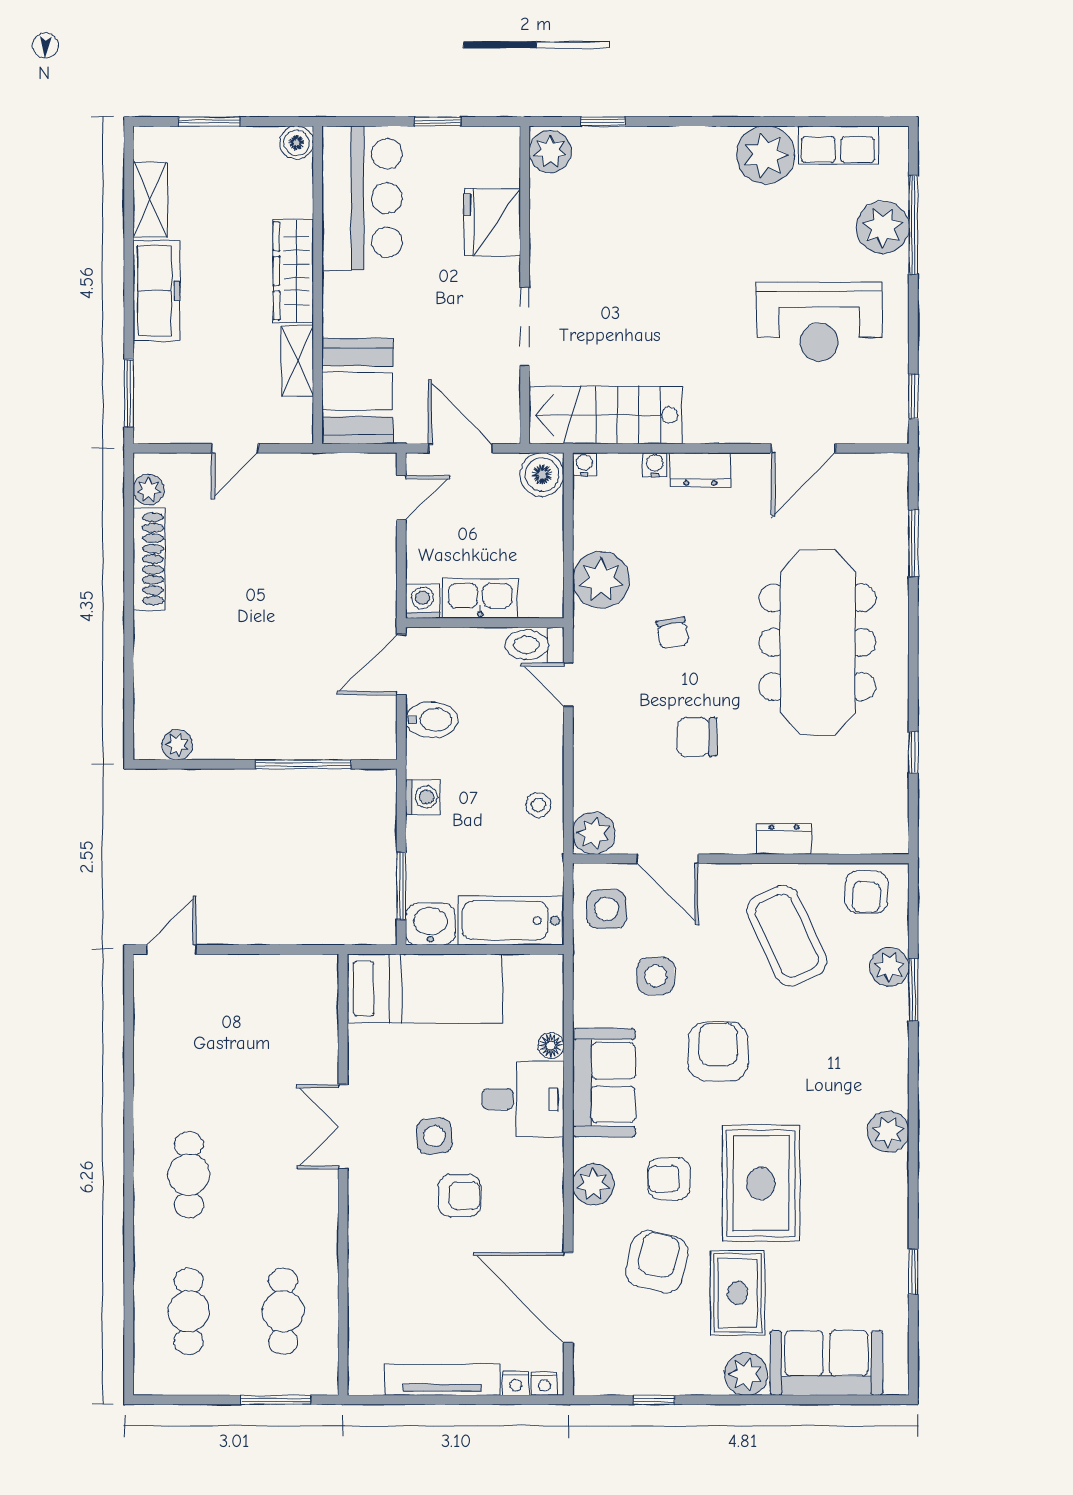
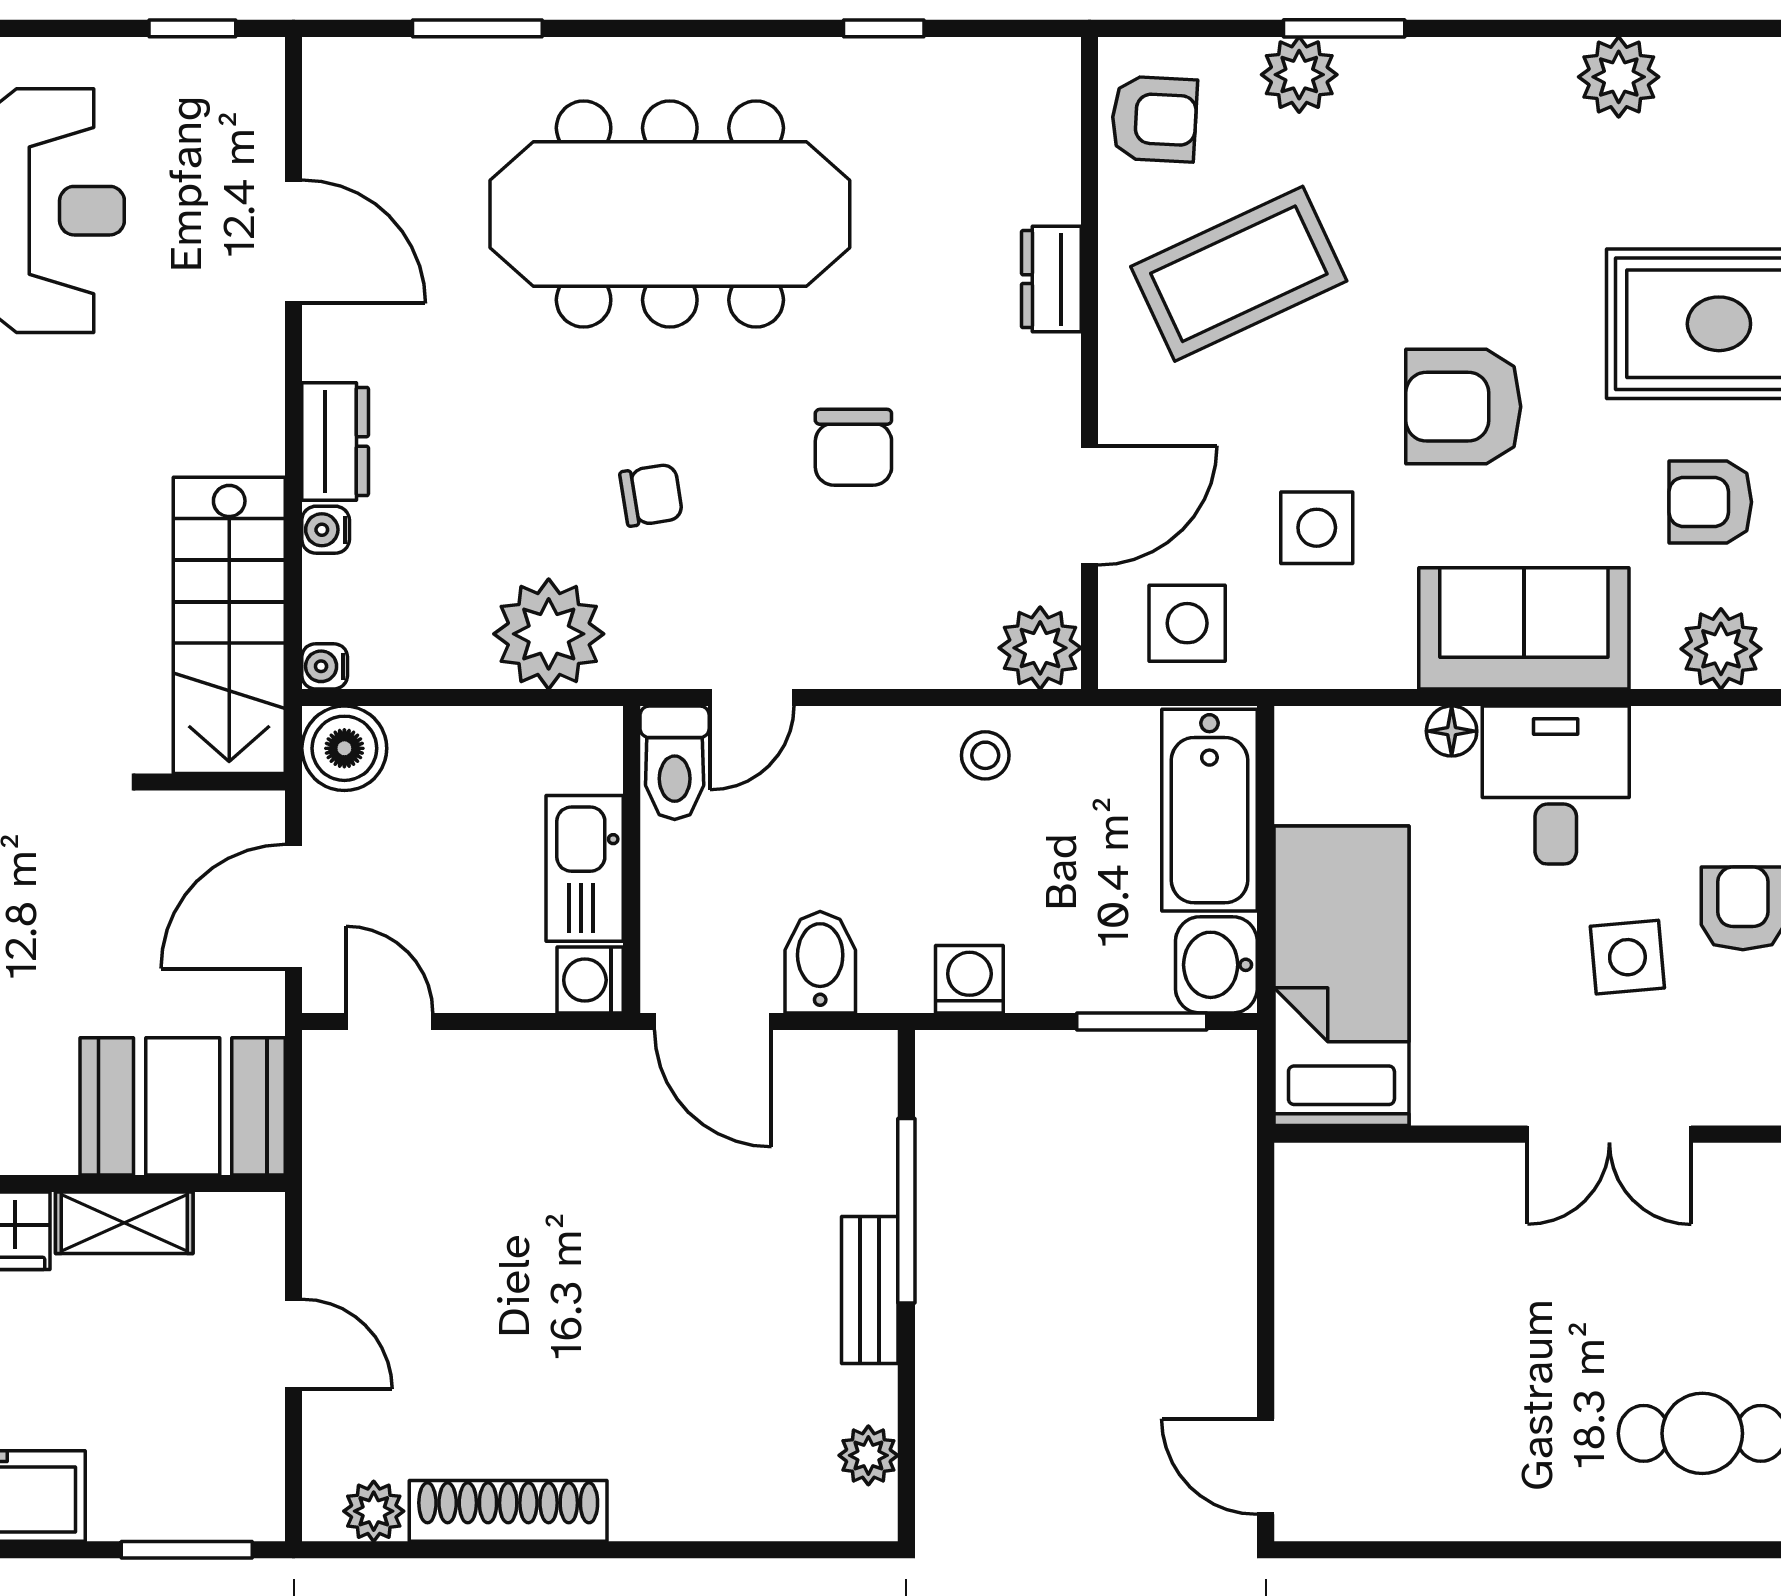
bench: (263, 745) -> (870, 1290), added
armchair: (669, 1179) -> (1710, 502), turned 90

